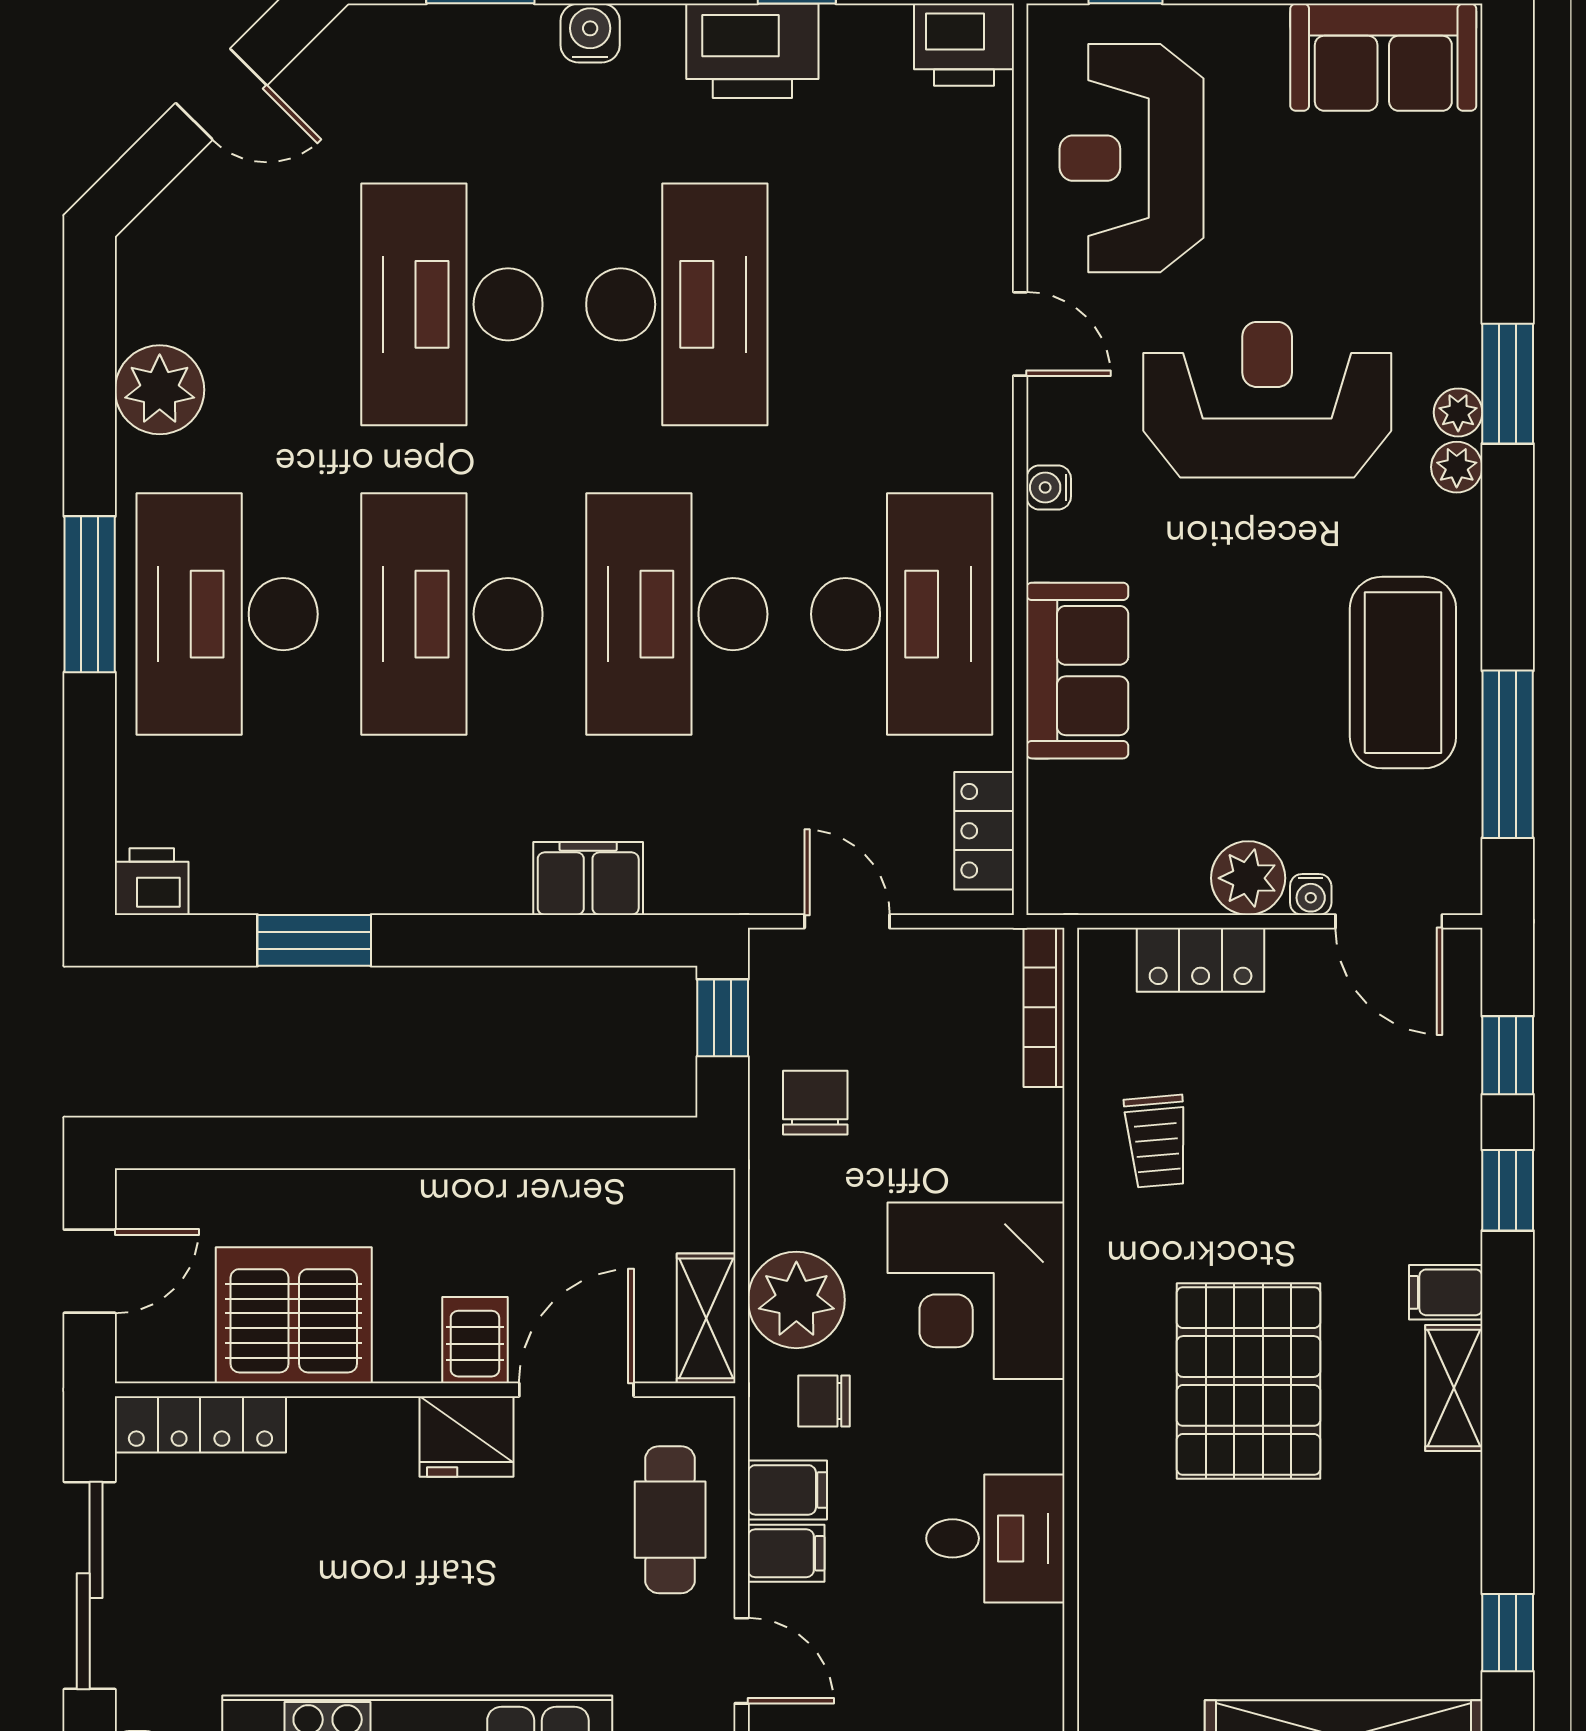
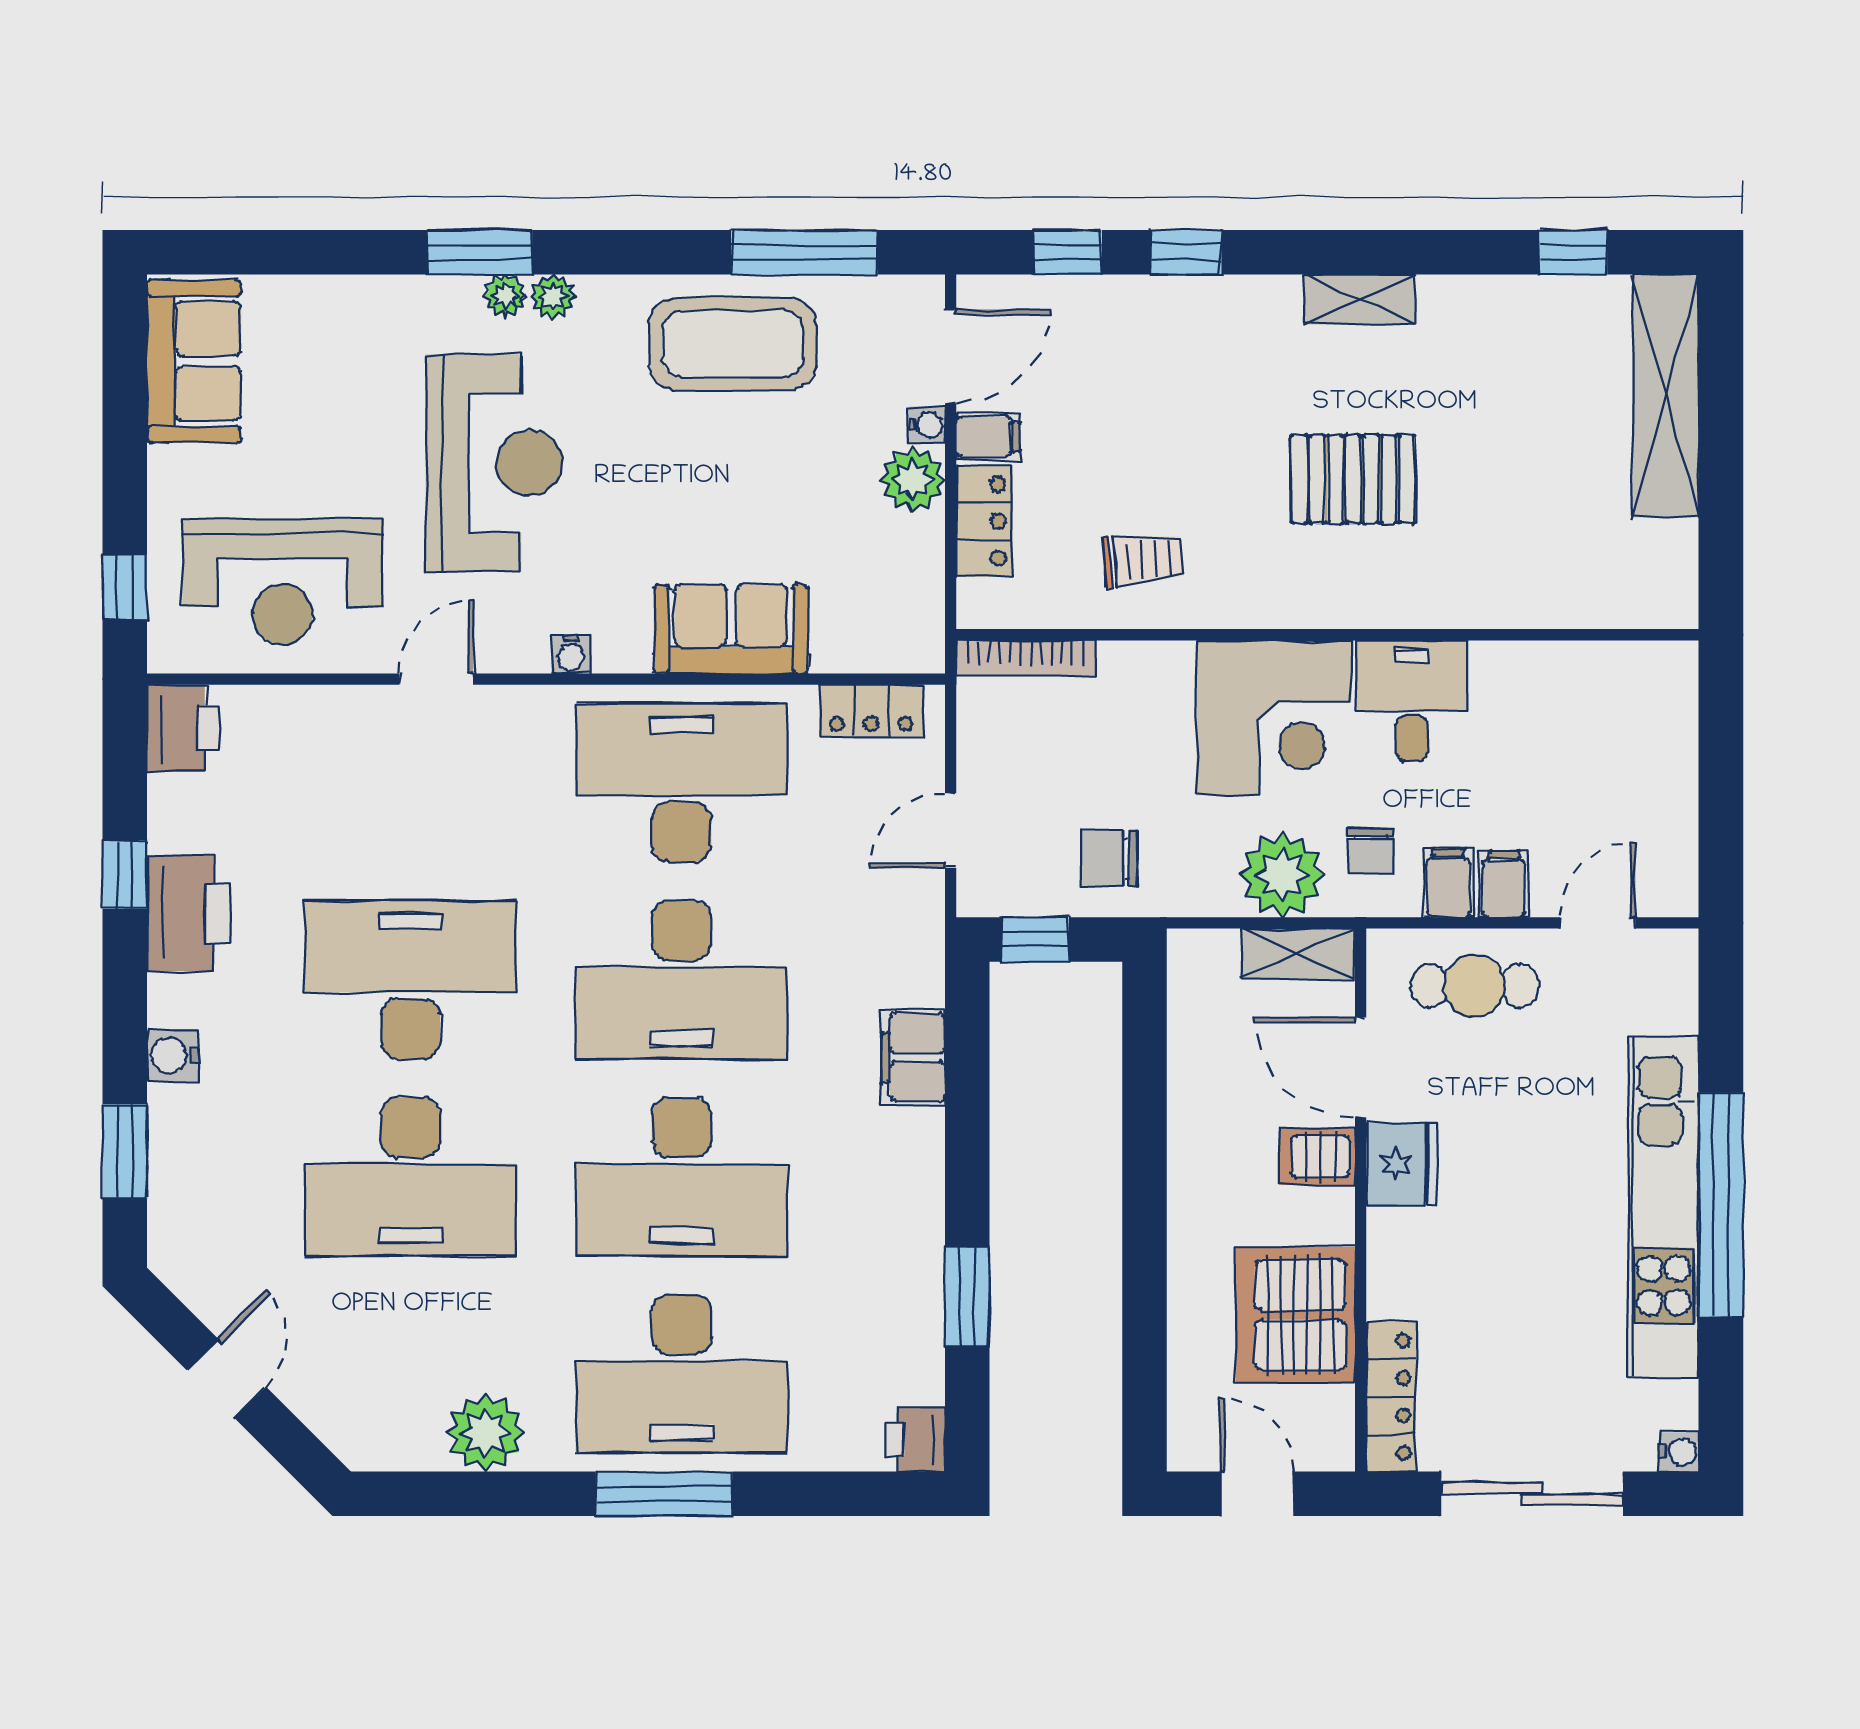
reception desk: (1267, 400) -> (494, 463), turned 180
filing cabinet: (1446, 1292) -> (988, 437), moved, turned -90
pallet: (1248, 1381) -> (1353, 479), width x0.73, depth x0.71
desk: (995, 1538) -> (1412, 701), moved

